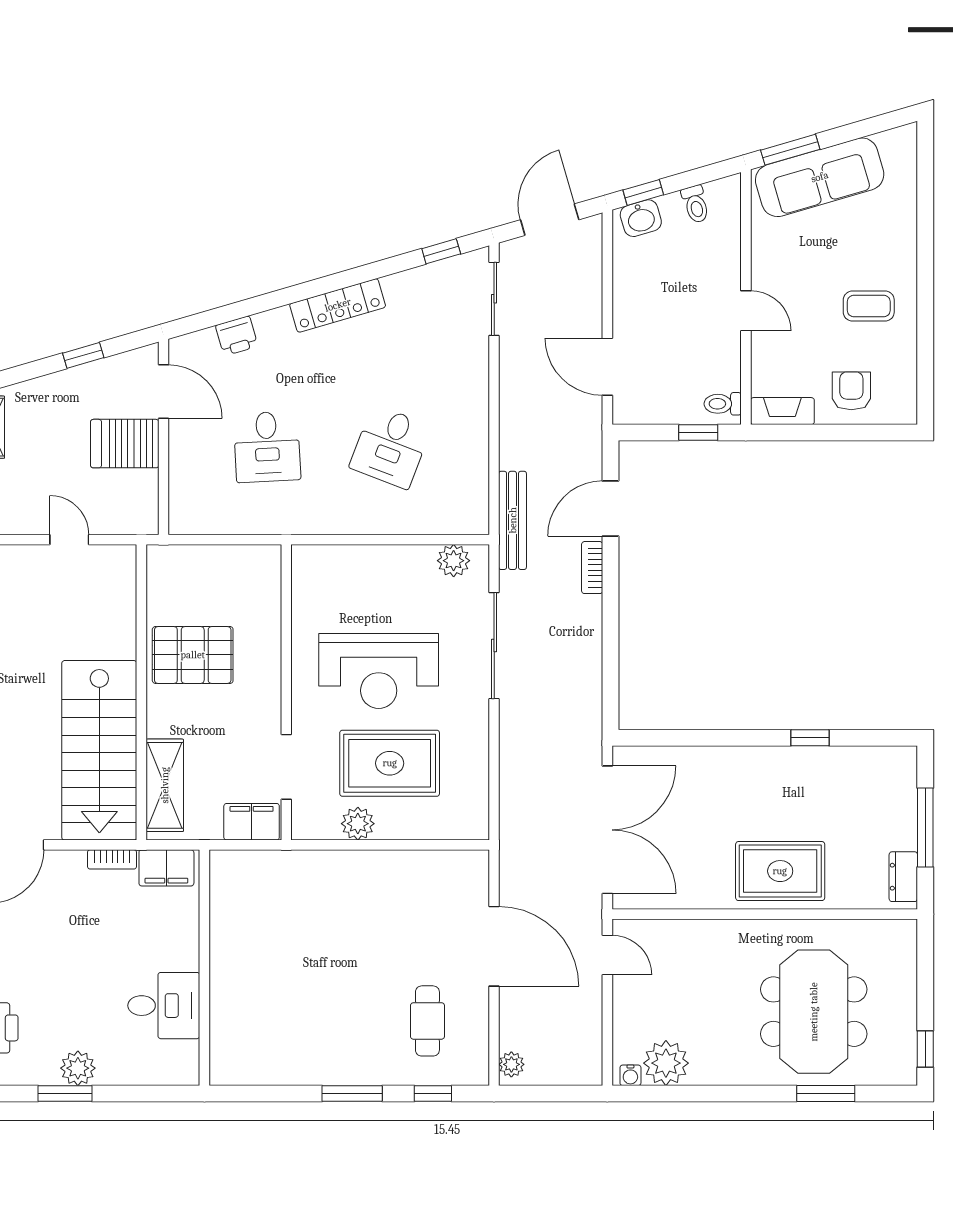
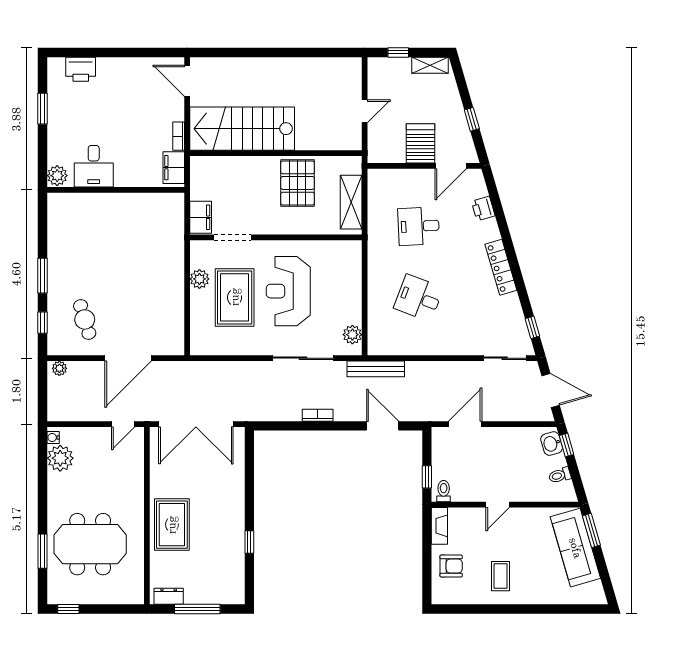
bookcase: (592, 568) -> (318, 415), moved
shelving: (165, 785) -> (351, 202), moved, turned 90
cafe table: (427, 1021) -> (85, 319), turned 73
plant: (78, 1068) -> (57, 176), moved

